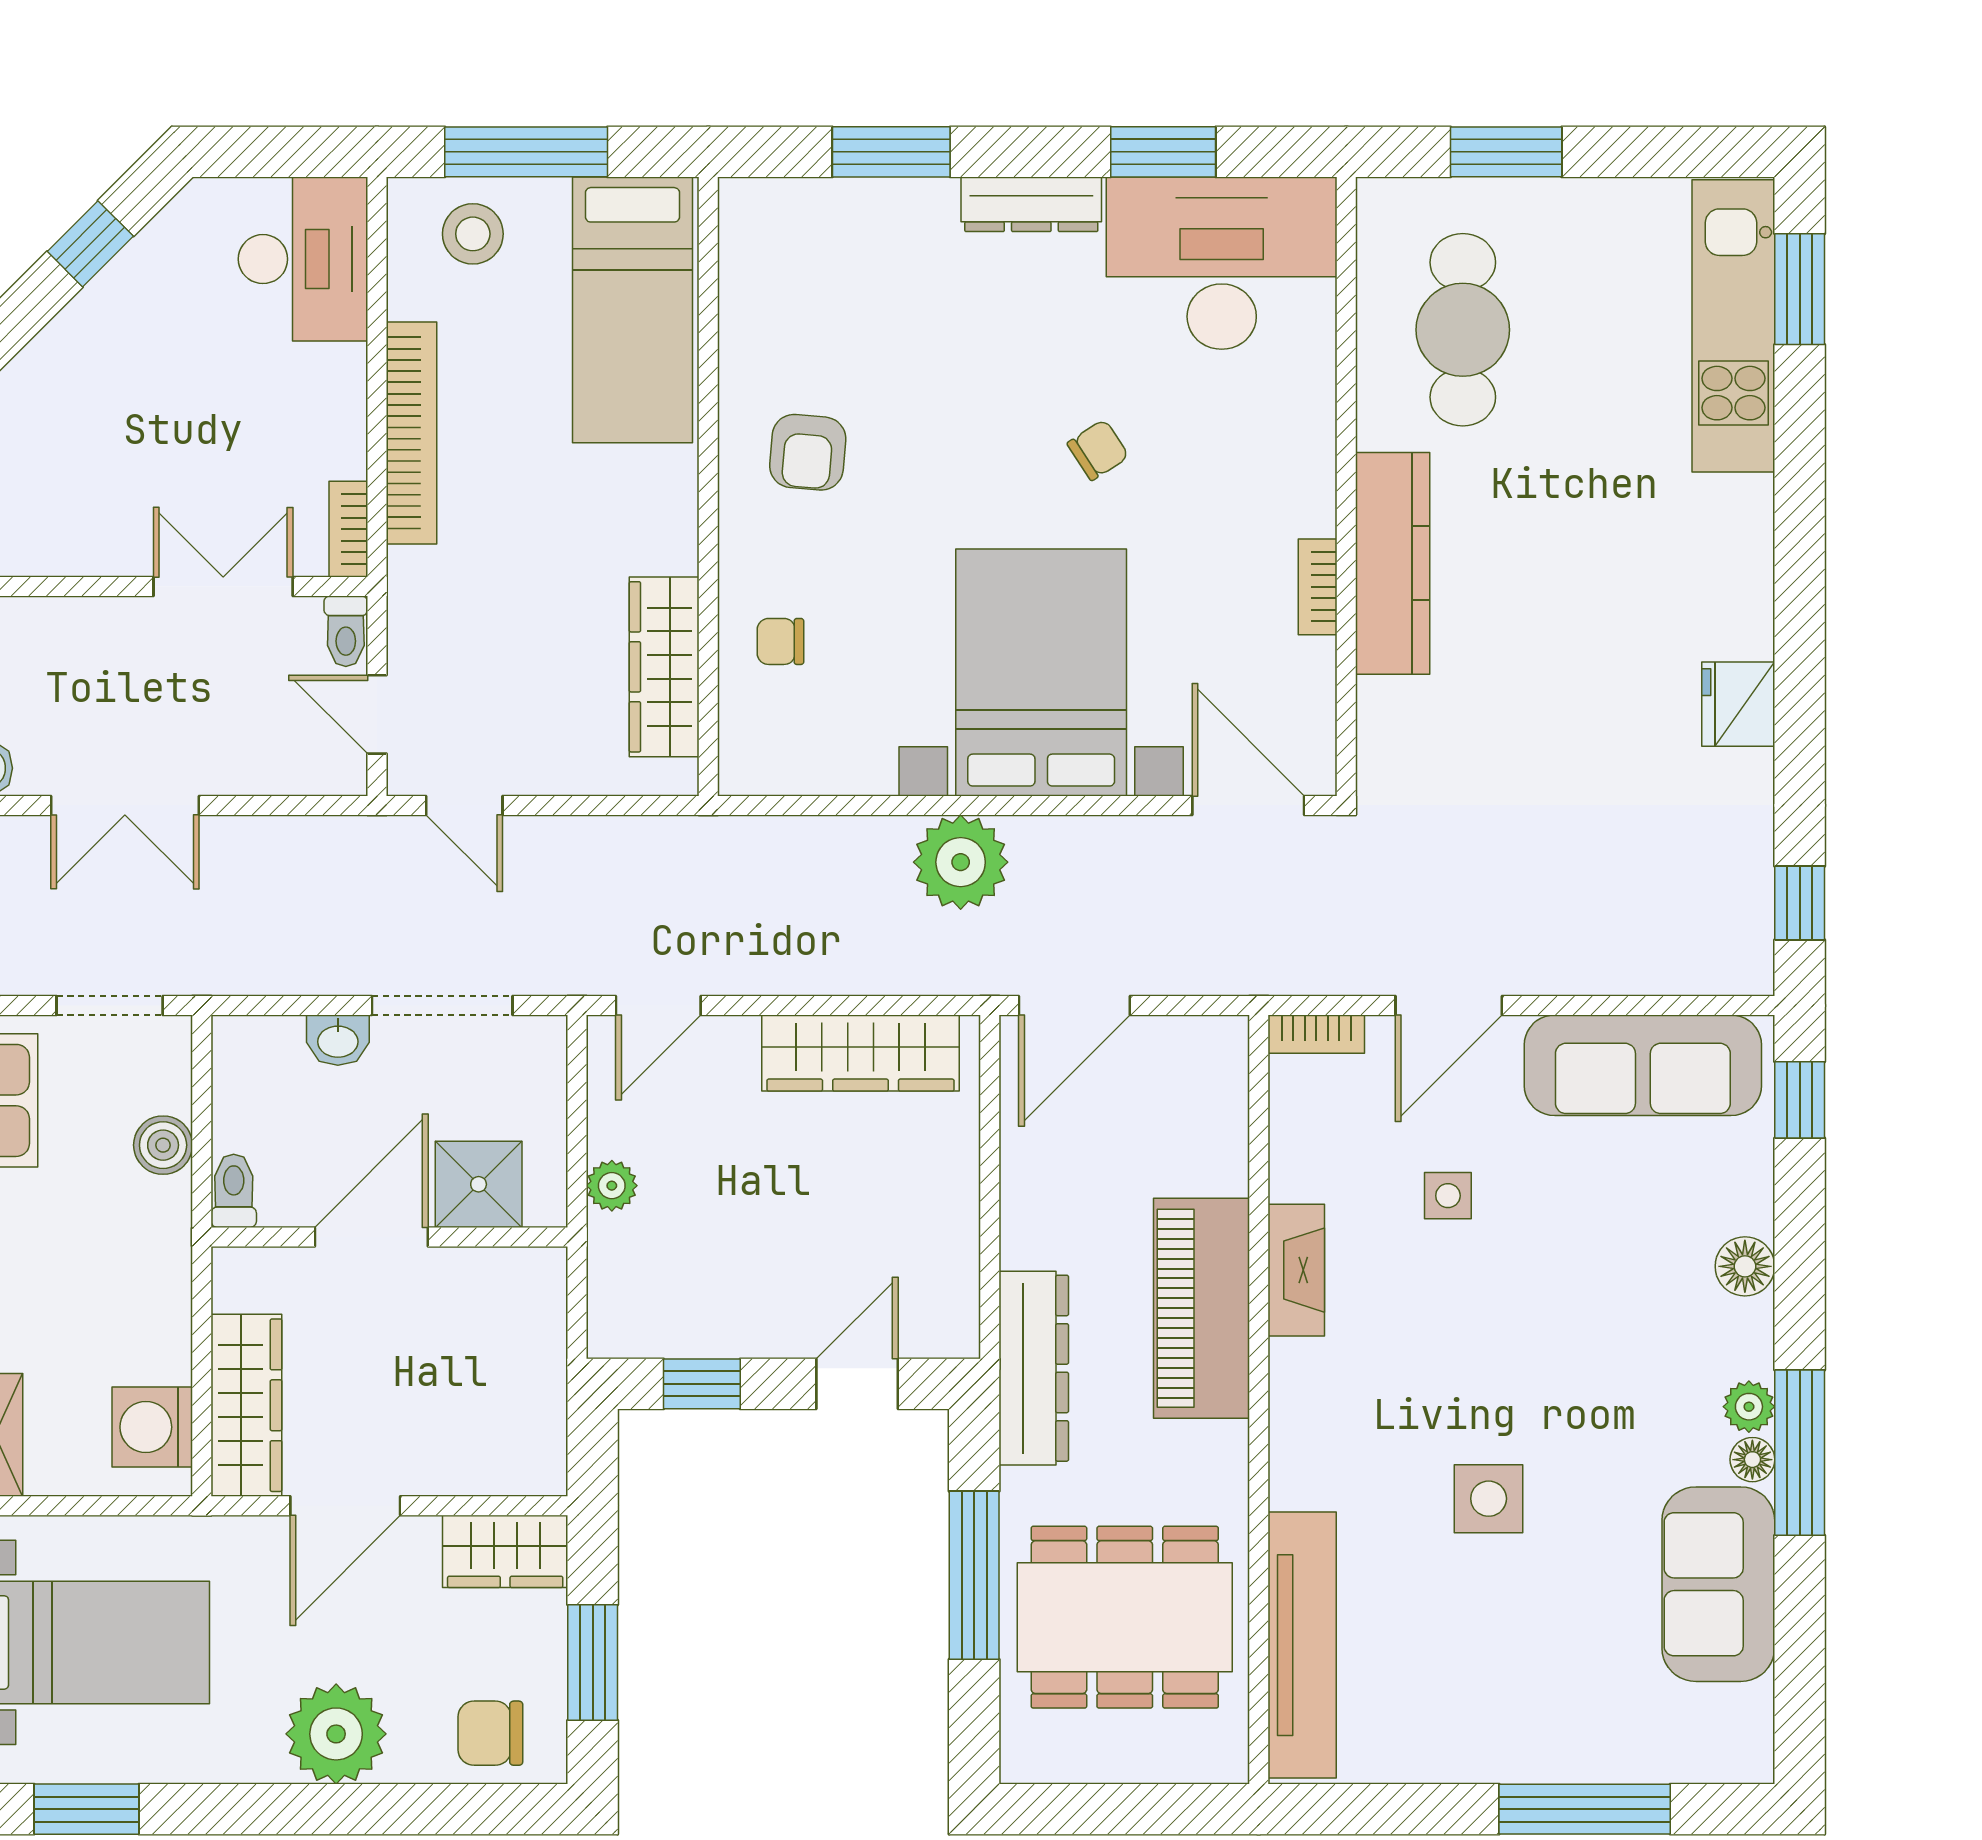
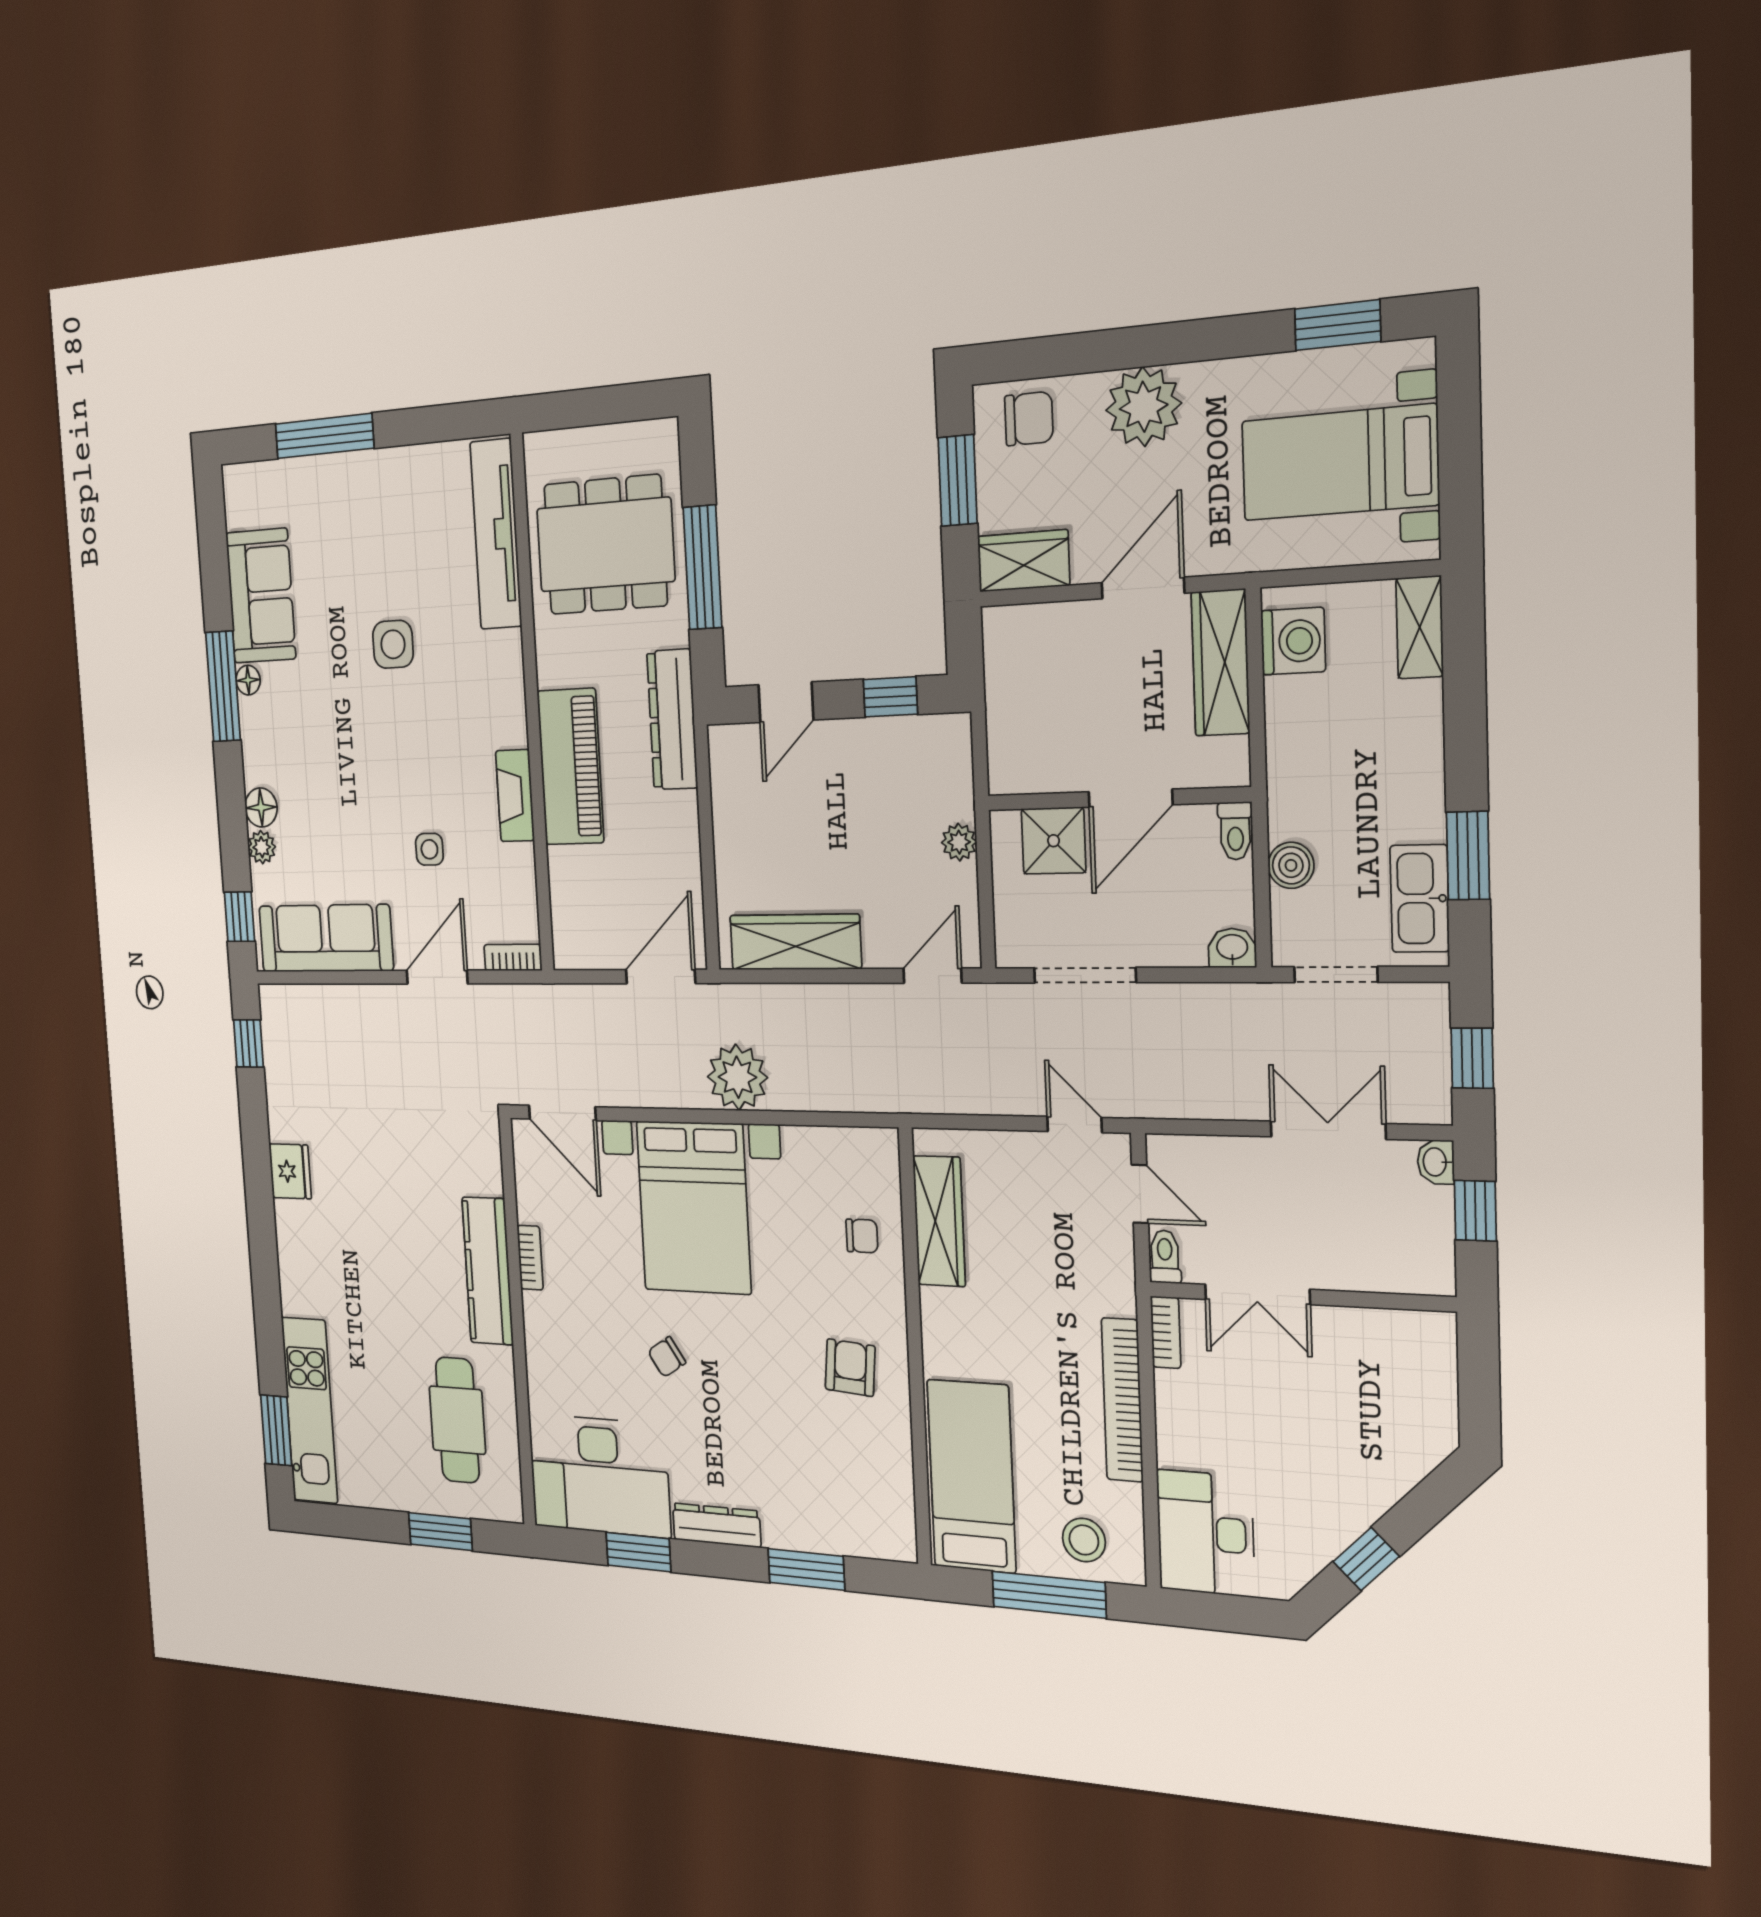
washbasin: (338, 1040) -> (1232, 948), moved
plant: (1749, 1407) -> (262, 847), moved

